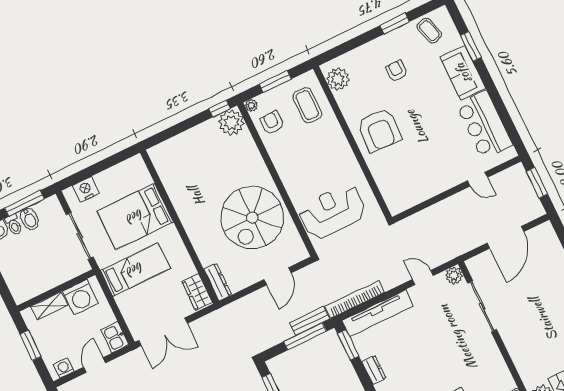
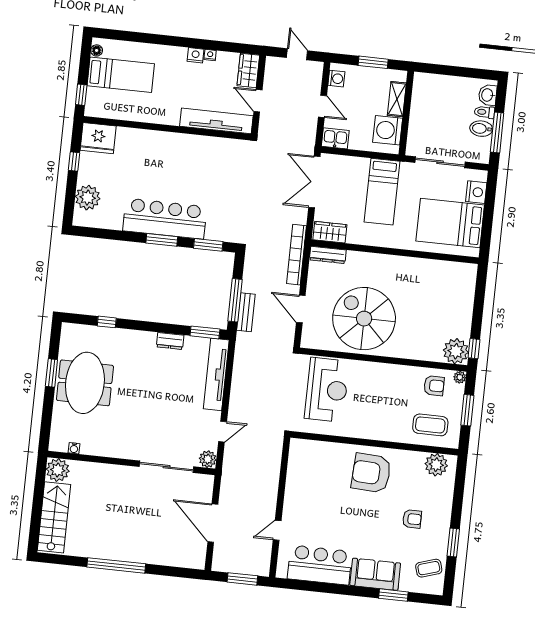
bed: (135, 216) -> (450, 223), moved, turned -90
bookcase: (355, 299) -> (296, 255), moved, turned 180

